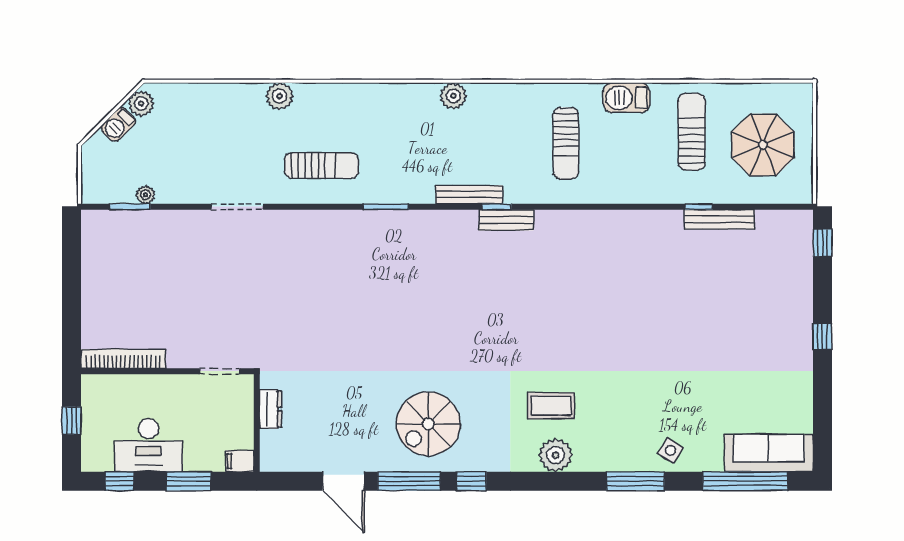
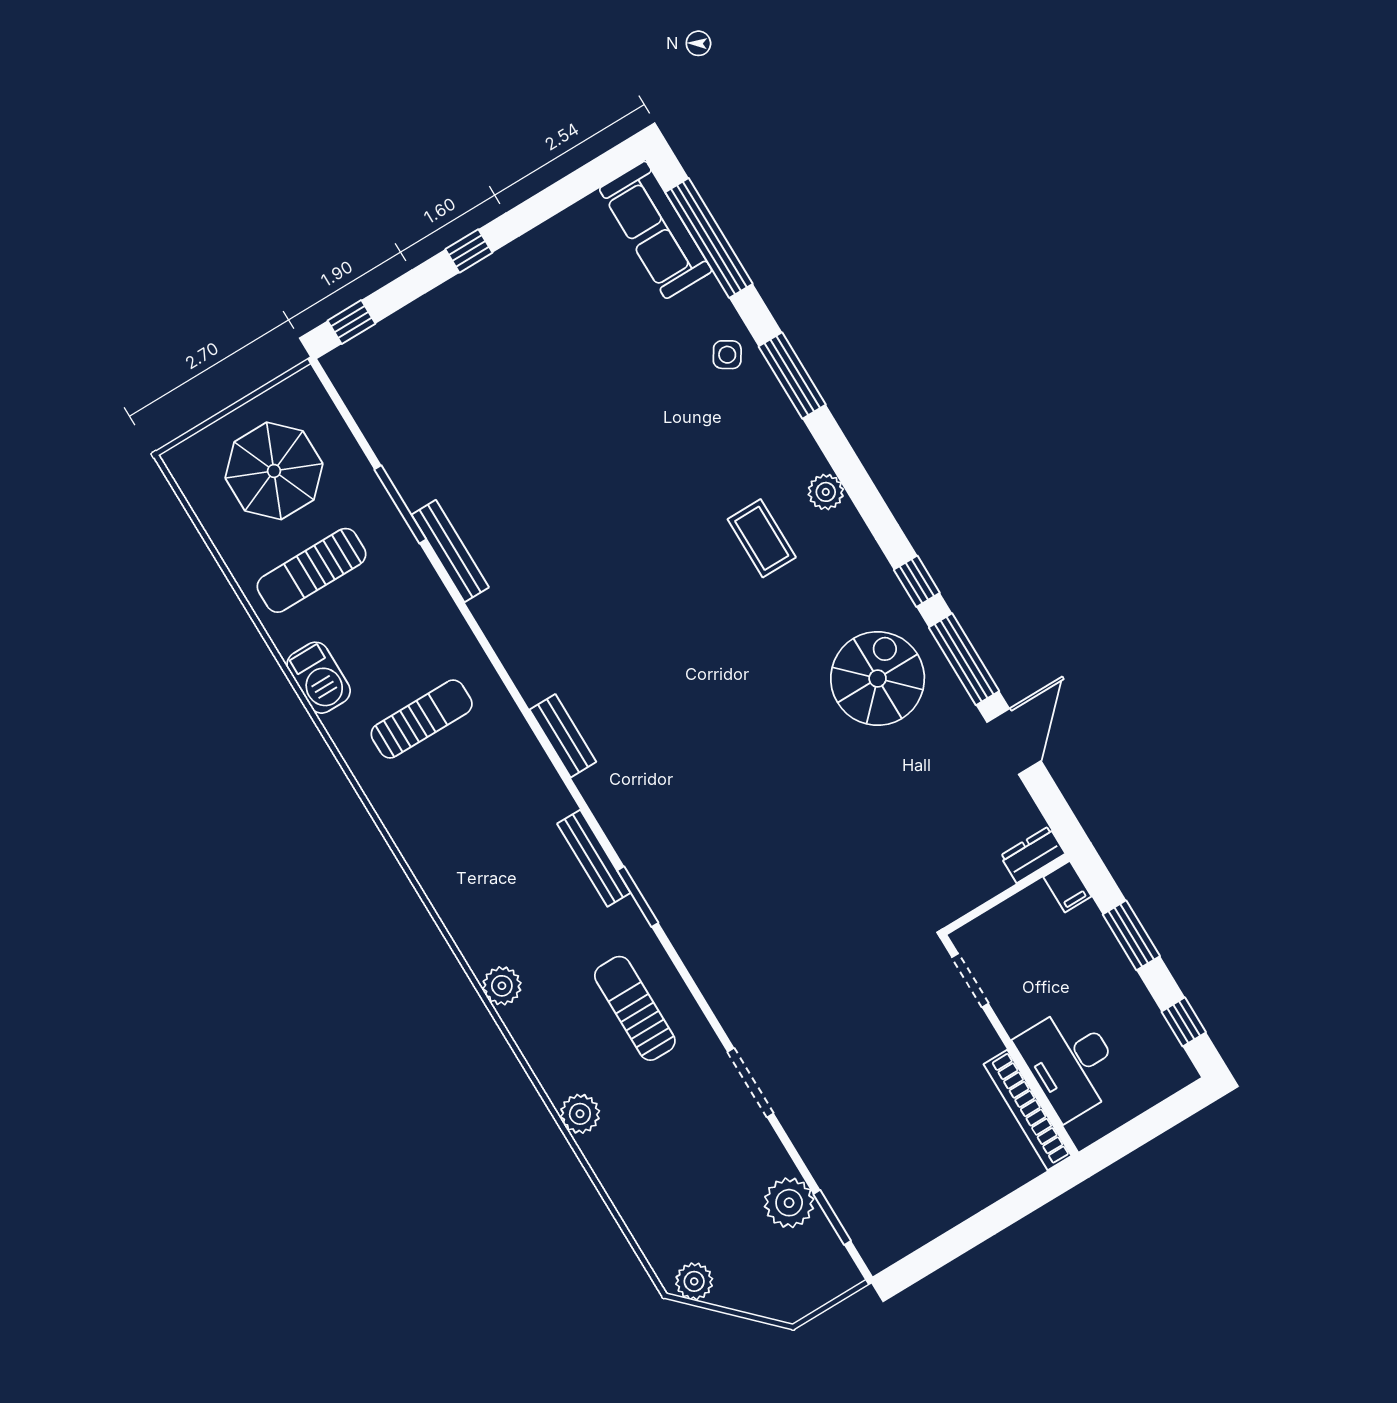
plant: (453, 96) -> (502, 986), moved
barbecue: (118, 125) -> (738, 1294), removed
plant: (146, 195) -> (789, 1203), width x1.87, depth x1.87
bench: (469, 195) -> (594, 858), moved
window: (497, 207) -> (554, 758), removed
window: (699, 207) -> (400, 504), width x2.17
bench: (719, 219) -> (450, 551), moved
dresser: (271, 409) -> (1033, 855), moved
window: (72, 421) -> (1144, 1128), removed
spiral stairs: (428, 424) -> (878, 678), turned -90
desk: (149, 445) -> (1070, 1062), moved, turned 180
plant: (556, 455) -> (826, 492), width x0.73, depth x0.73

